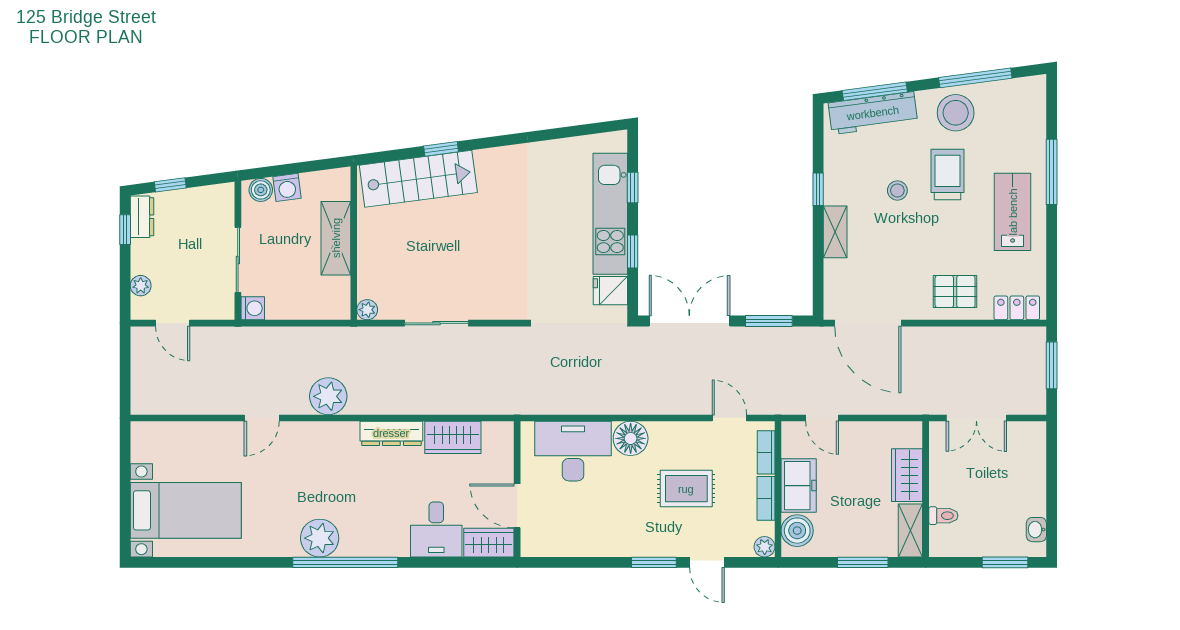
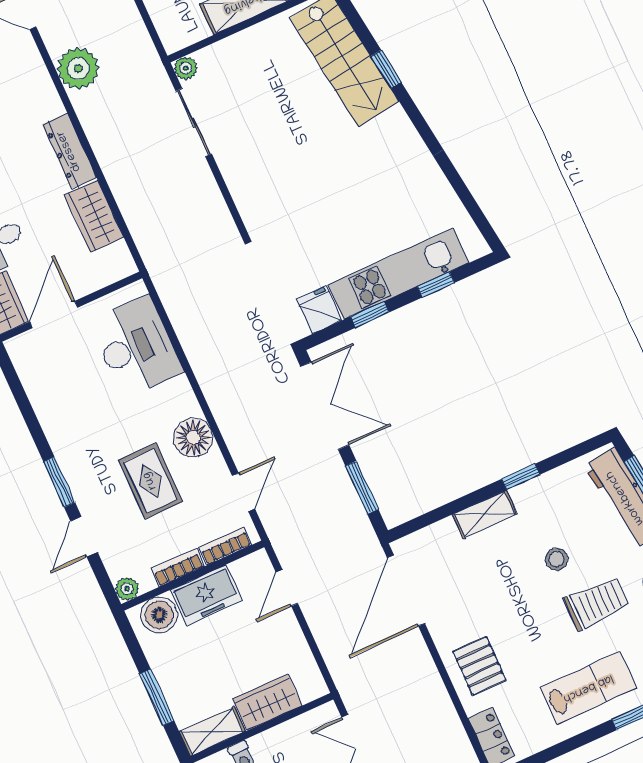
sliding door: (437, 323) -> (194, 123), moved
floor lamp: (631, 438) -> (193, 438), moved

